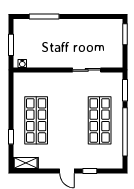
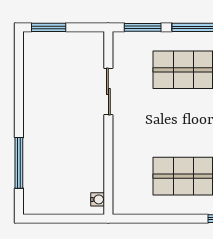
window: (11, 45) -> (66, 219), removed

